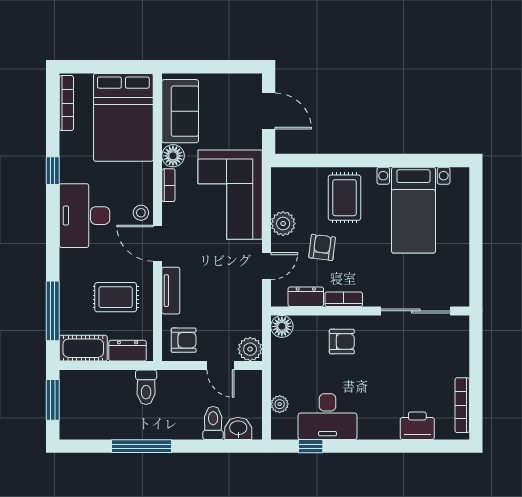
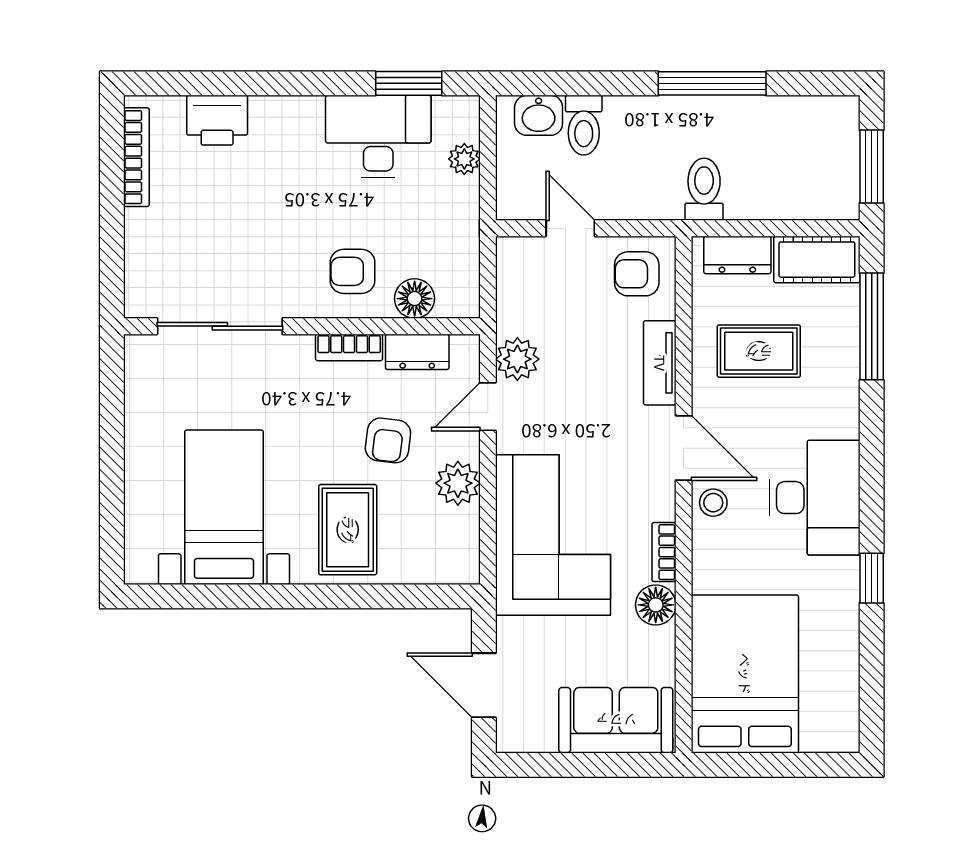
bookcase: (66, 103) -> (847, 700), removed
sofa: (180, 111) -> (616, 720), moved, turned 90
floor lamp: (282, 326) -> (415, 299), moved
plant: (250, 349) -> (517, 359), moved
window: (311, 446) -> (409, 83), width x1.50

